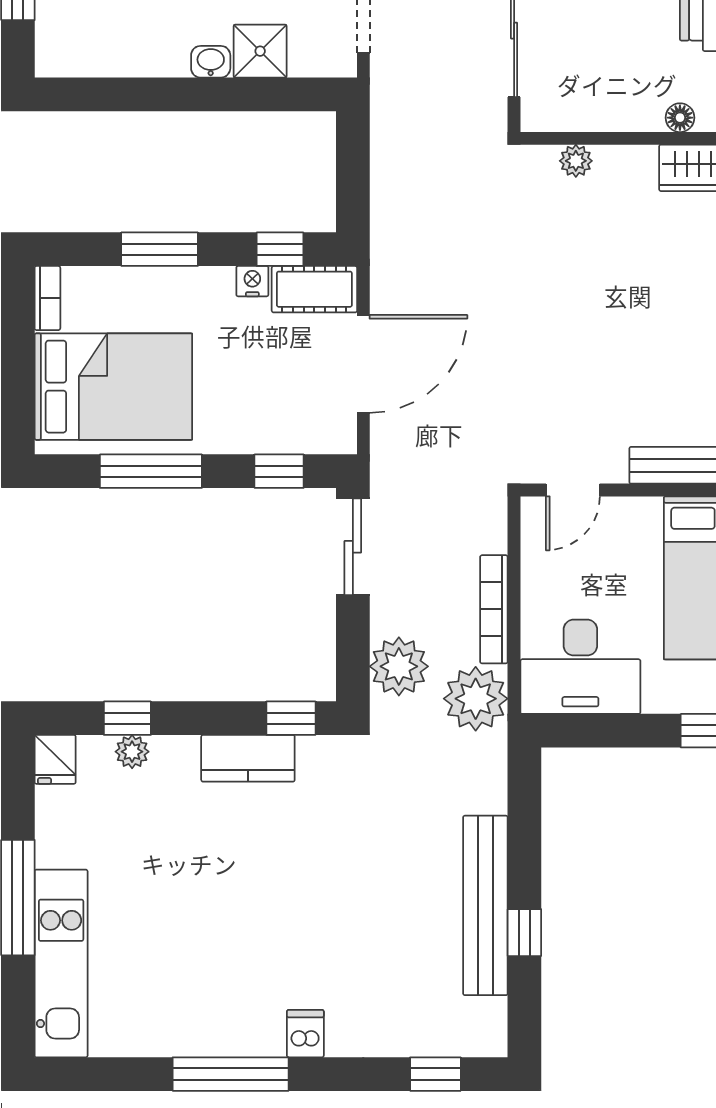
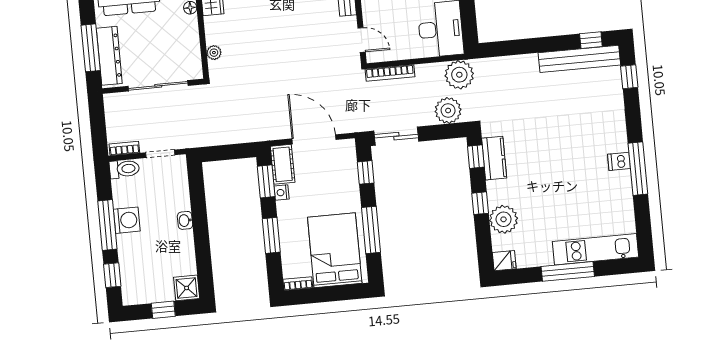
shower: (260, 51) -> (187, 288), moved
window: (280, 249) -> (266, 181), width x1.50
bookcase: (494, 609) -> (390, 73), moved
window: (127, 718) -> (480, 203), moved
plant: (132, 752) -> (504, 219), width x1.87, depth x1.87
kitchen counter: (248, 758) -> (494, 158), moved
bench: (485, 905) -> (579, 59), moved
window: (524, 933) -> (591, 40), moved
dishwasher: (305, 1034) -> (619, 161), moved

